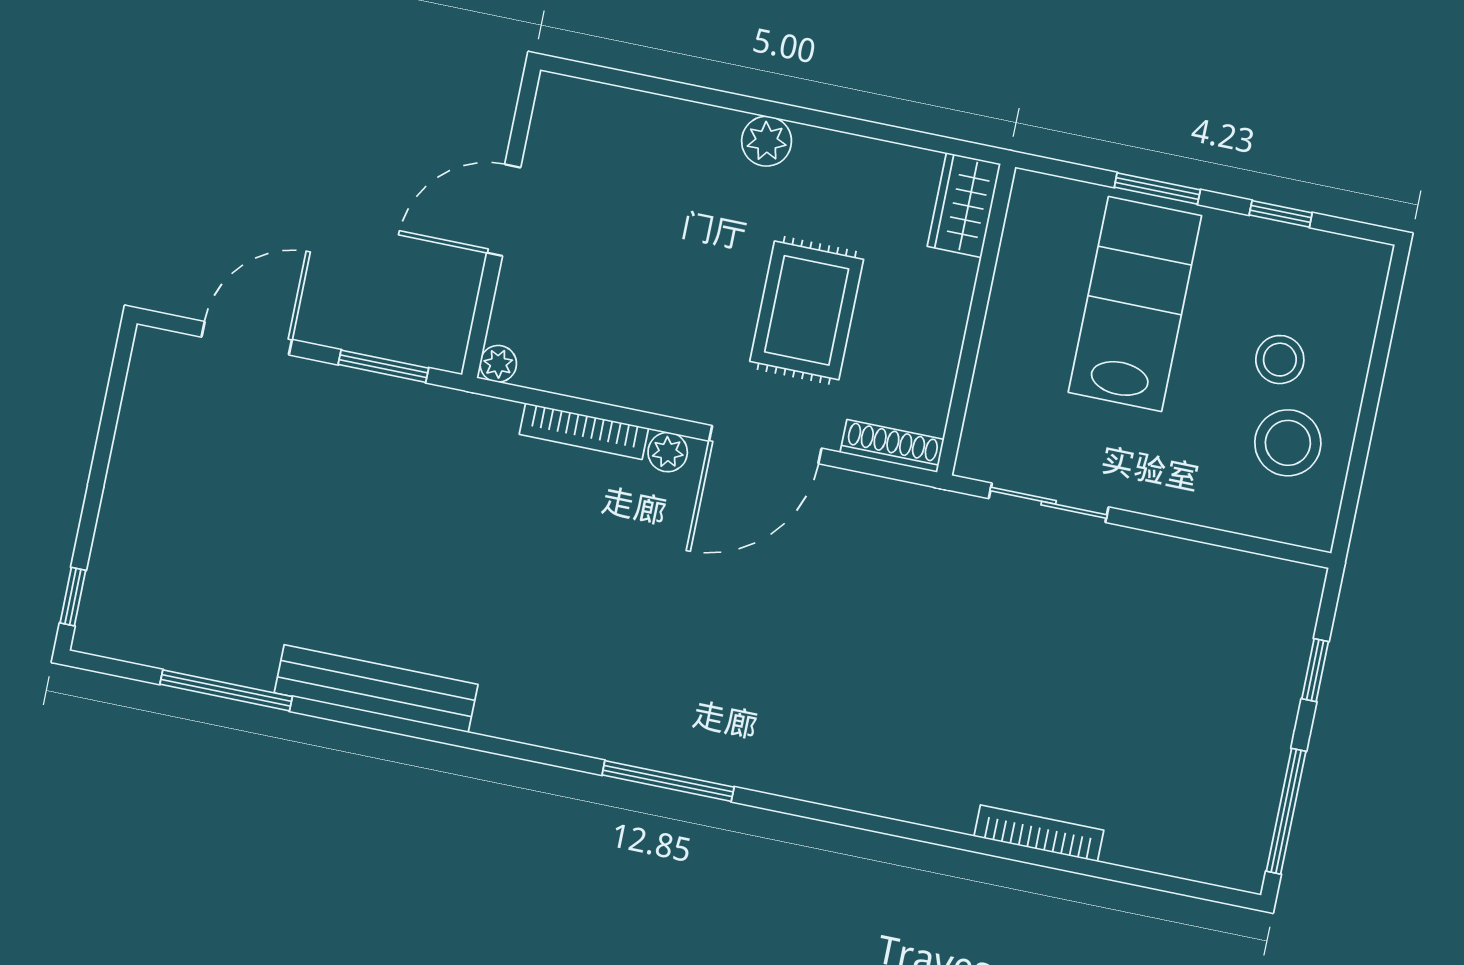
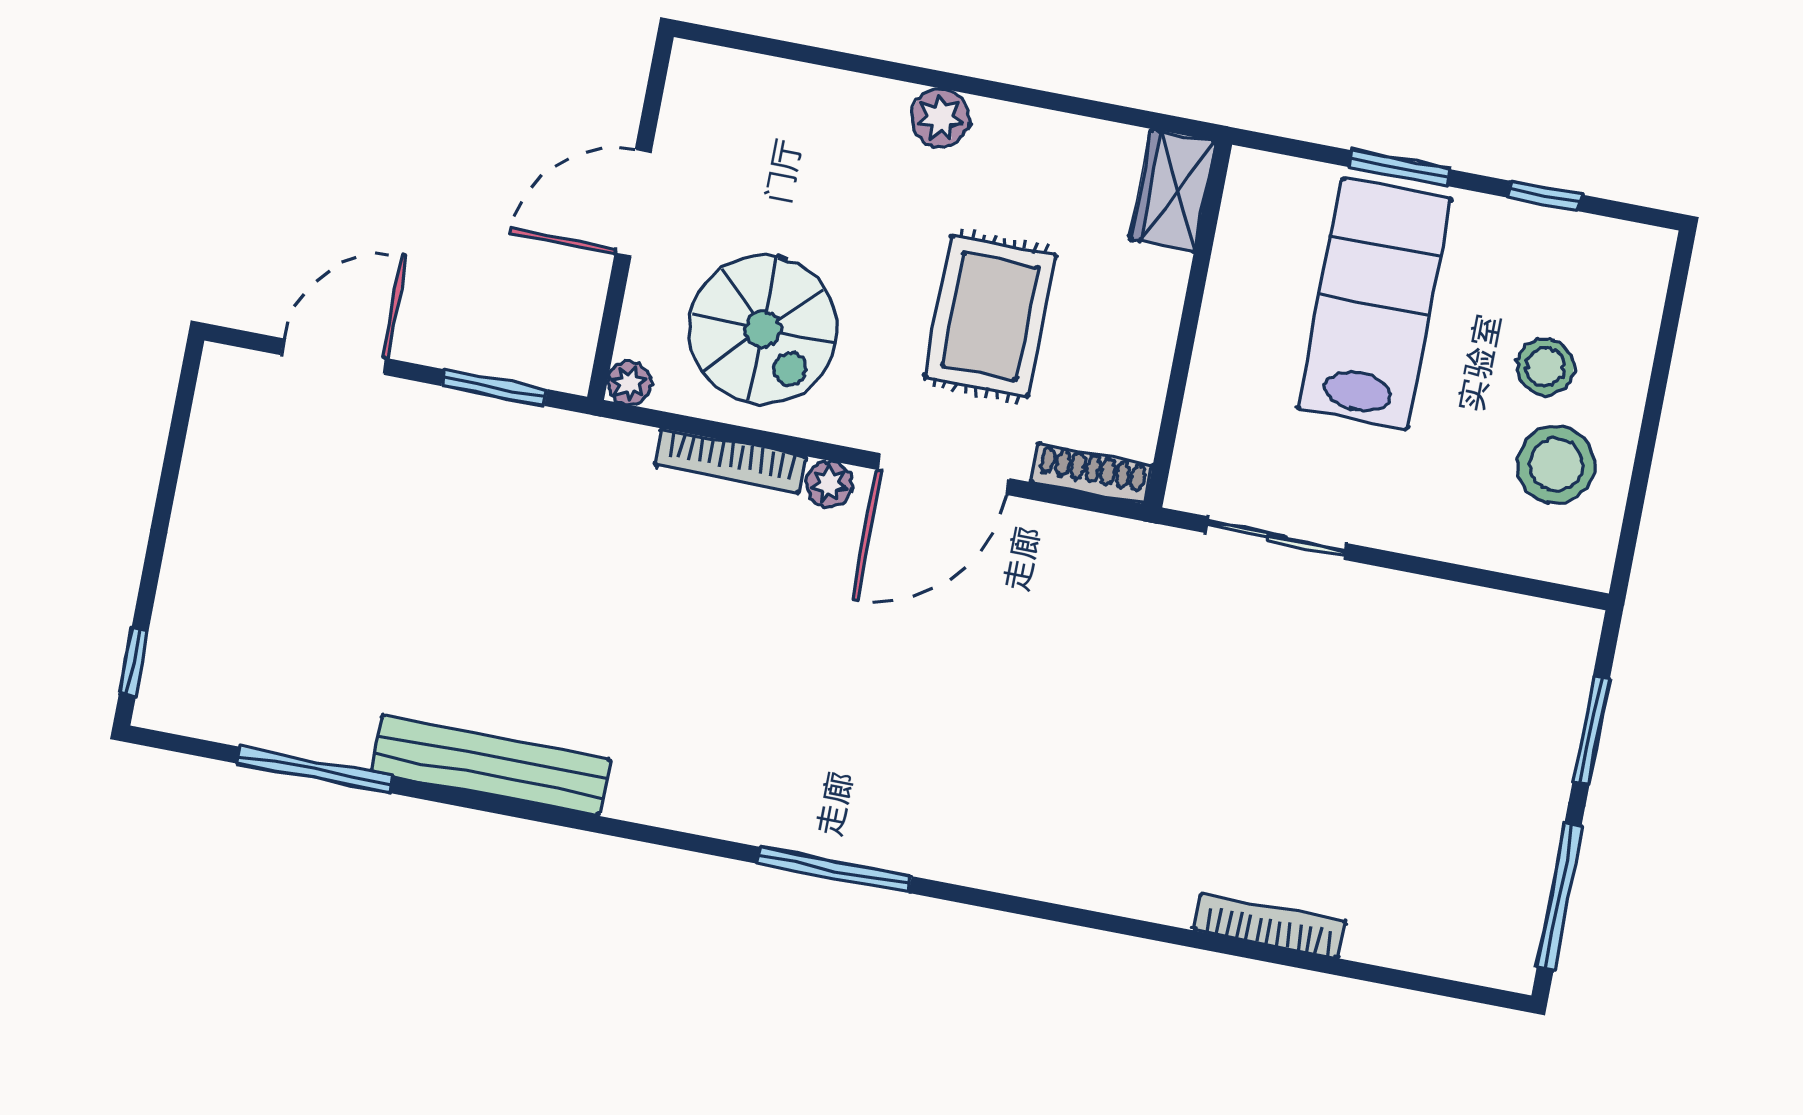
spiral stairs: (613, 319) -> (763, 329), added
window: (1315, 670) -> (1591, 731), width x1.50

